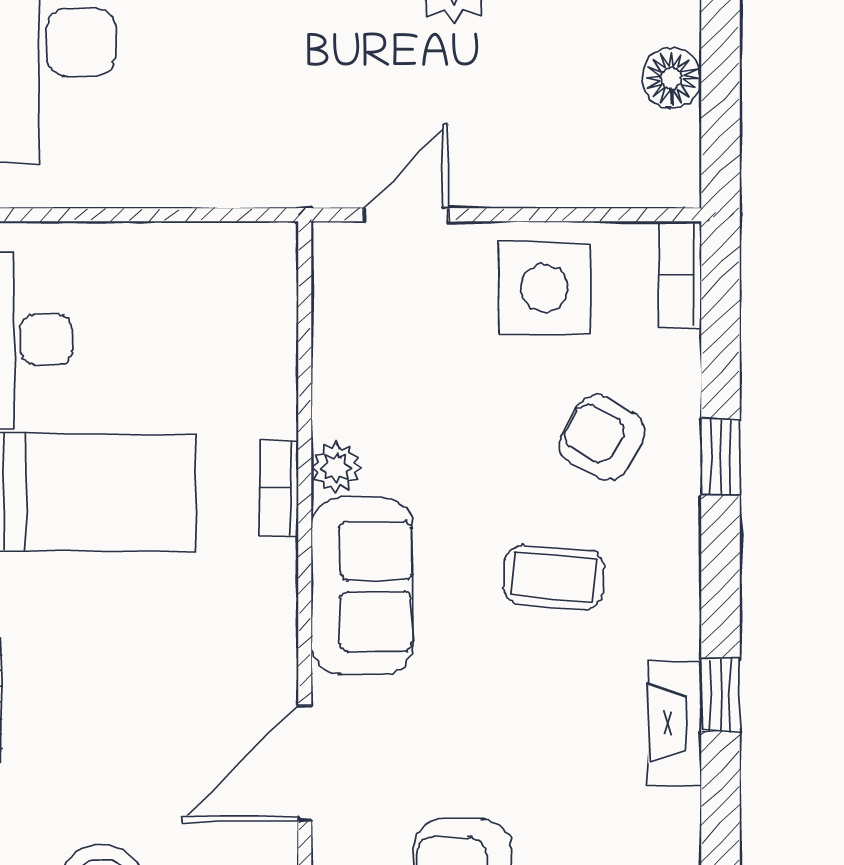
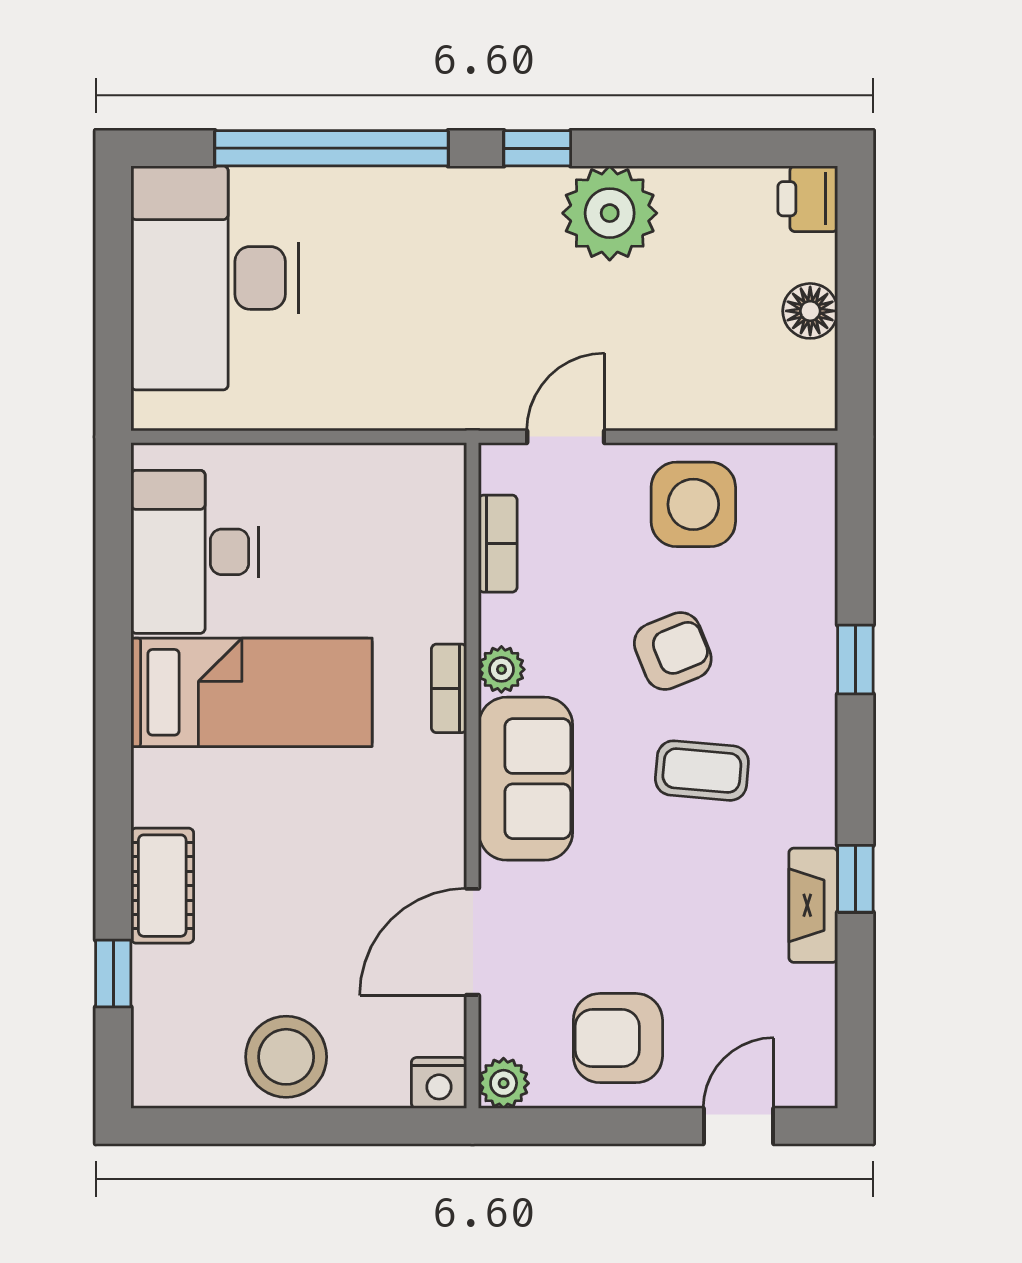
bookcase: (680, 274) -> (498, 544), moved, turned 180
armchair: (602, 438) -> (673, 651), moved, turned 129

